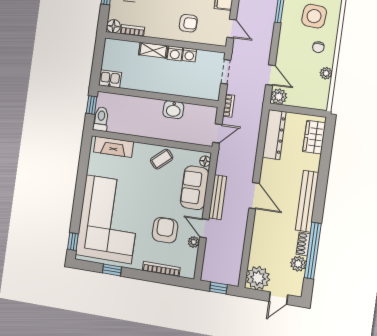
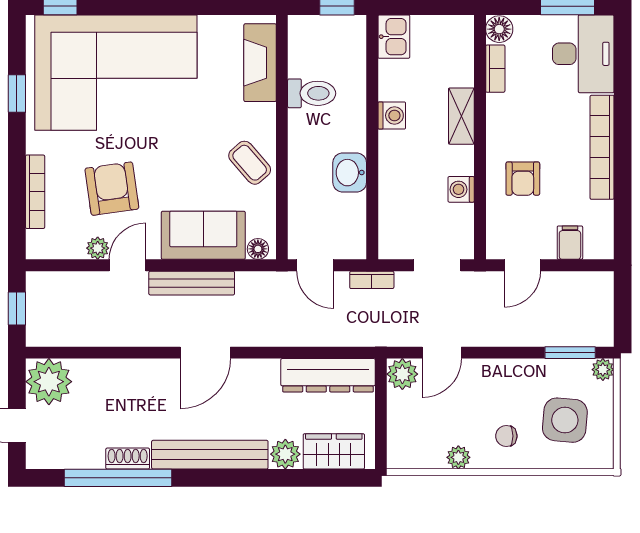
washing machine: (175, 53) -> (392, 115), moved, turned 180
toilet: (101, 119) -> (312, 93), moved
armchair: (165, 230) -> (112, 189), turned -98
plant: (298, 264) -> (285, 454), moved

